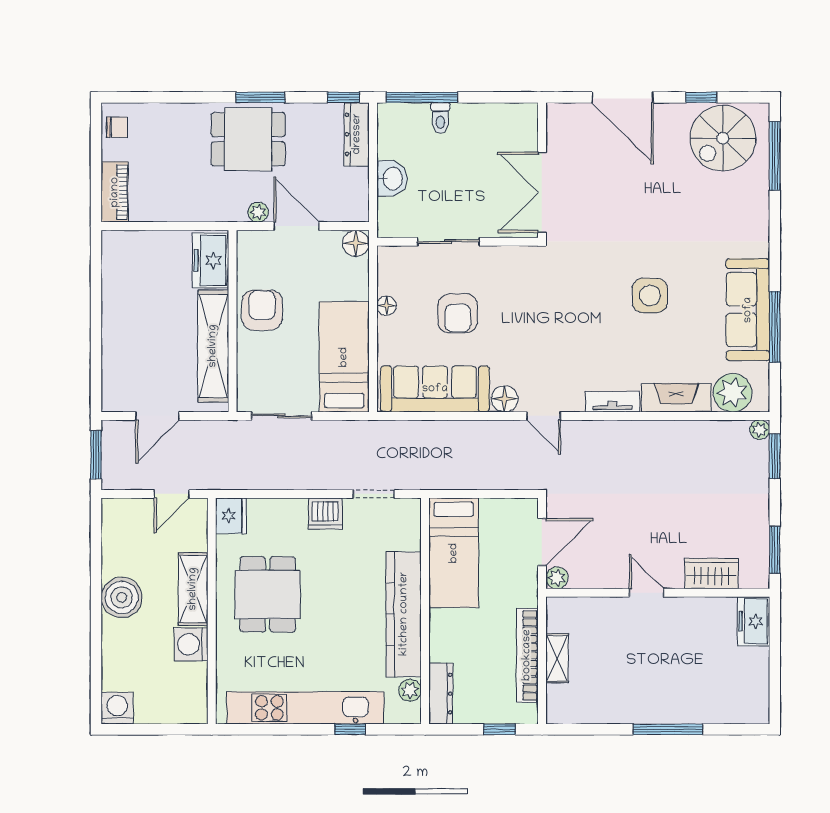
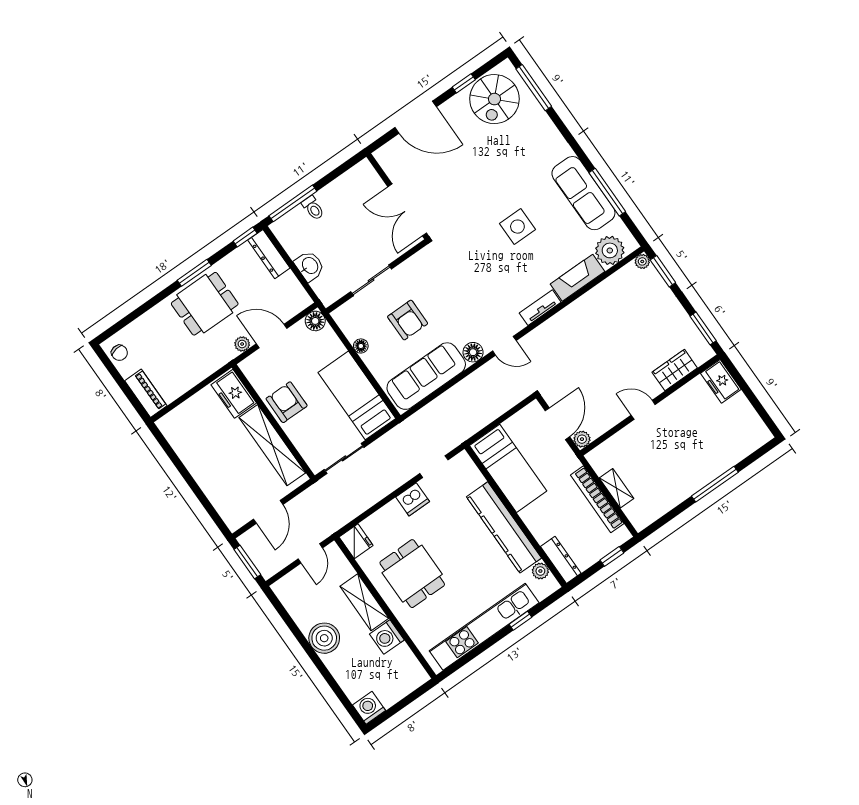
chair: (117, 127) -> (119, 353), turned 80

